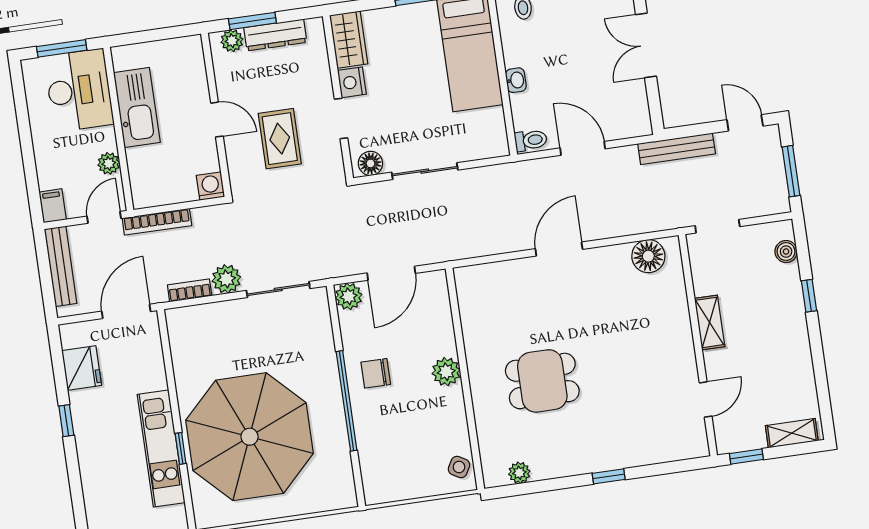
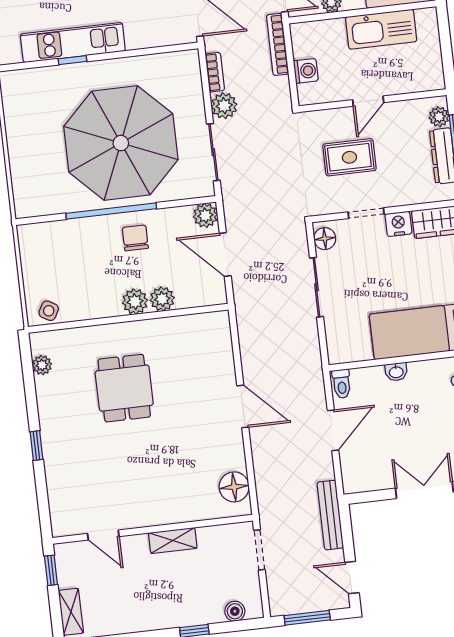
door: (745, 123) -> (352, 577), swing flipped
washing machine: (211, 186) -> (306, 71), moved
plant: (442, 342) -> (162, 299), added
parasol: (250, 437) -> (121, 143), moved

